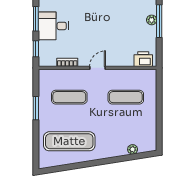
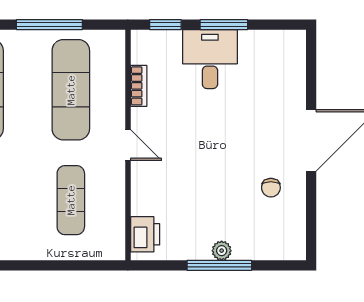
exercise mat: (69, 97) -> (71, 90), width x1.36, depth x1.45
window: (36, 108) -> (49, 25), width x1.44

